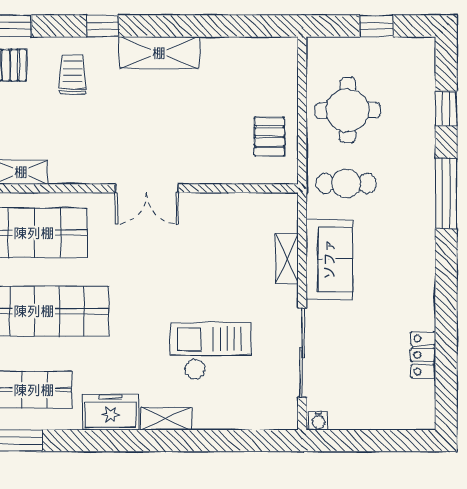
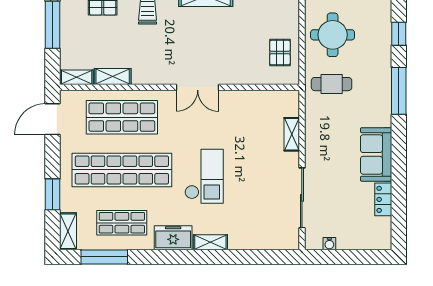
sofa: (329, 259) -> (376, 154), moved, turned 180
checkout: (211, 351) -> (204, 176), moved, turned 90
water cooler: (318, 421) -> (329, 244), moved

